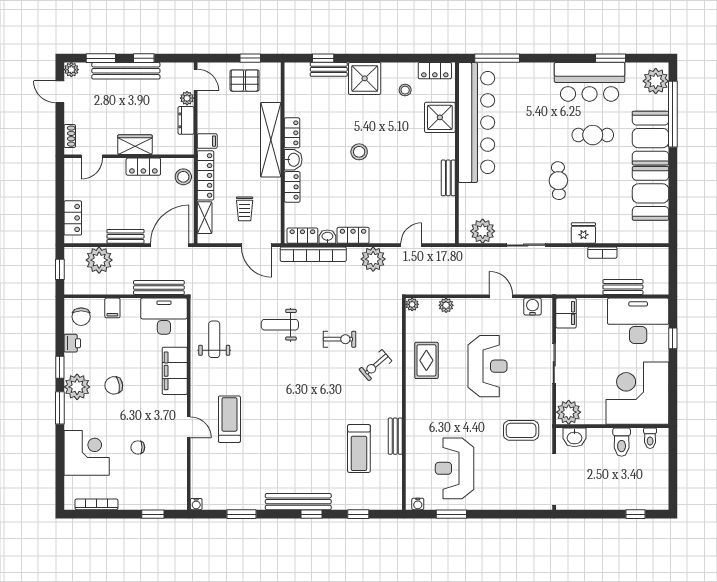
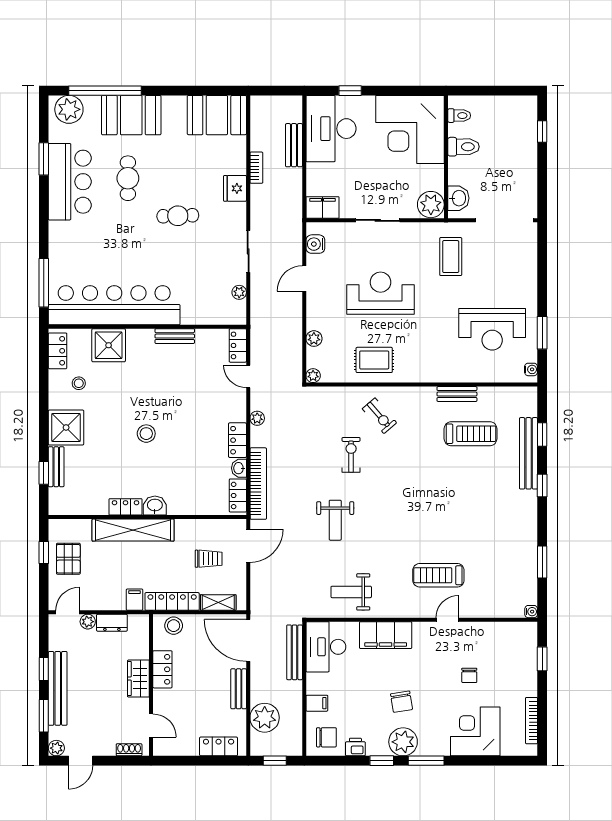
locker: (292, 187) -> (238, 345), moved, turned -90
booth: (651, 193) -> (217, 115), moved
plant: (483, 231) -> (239, 292), width x0.53, depth x0.53
plant: (373, 259) -> (257, 418), width x0.53, depth x0.53
bench: (298, 502) -> (529, 453), moved

